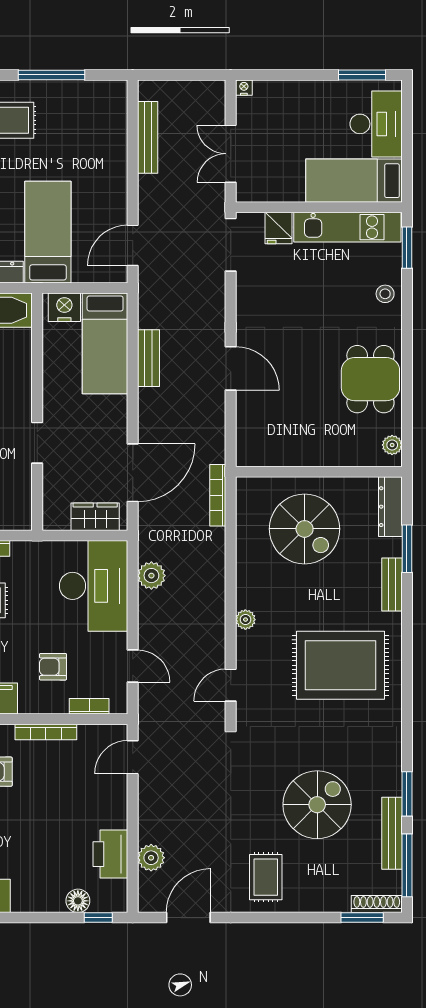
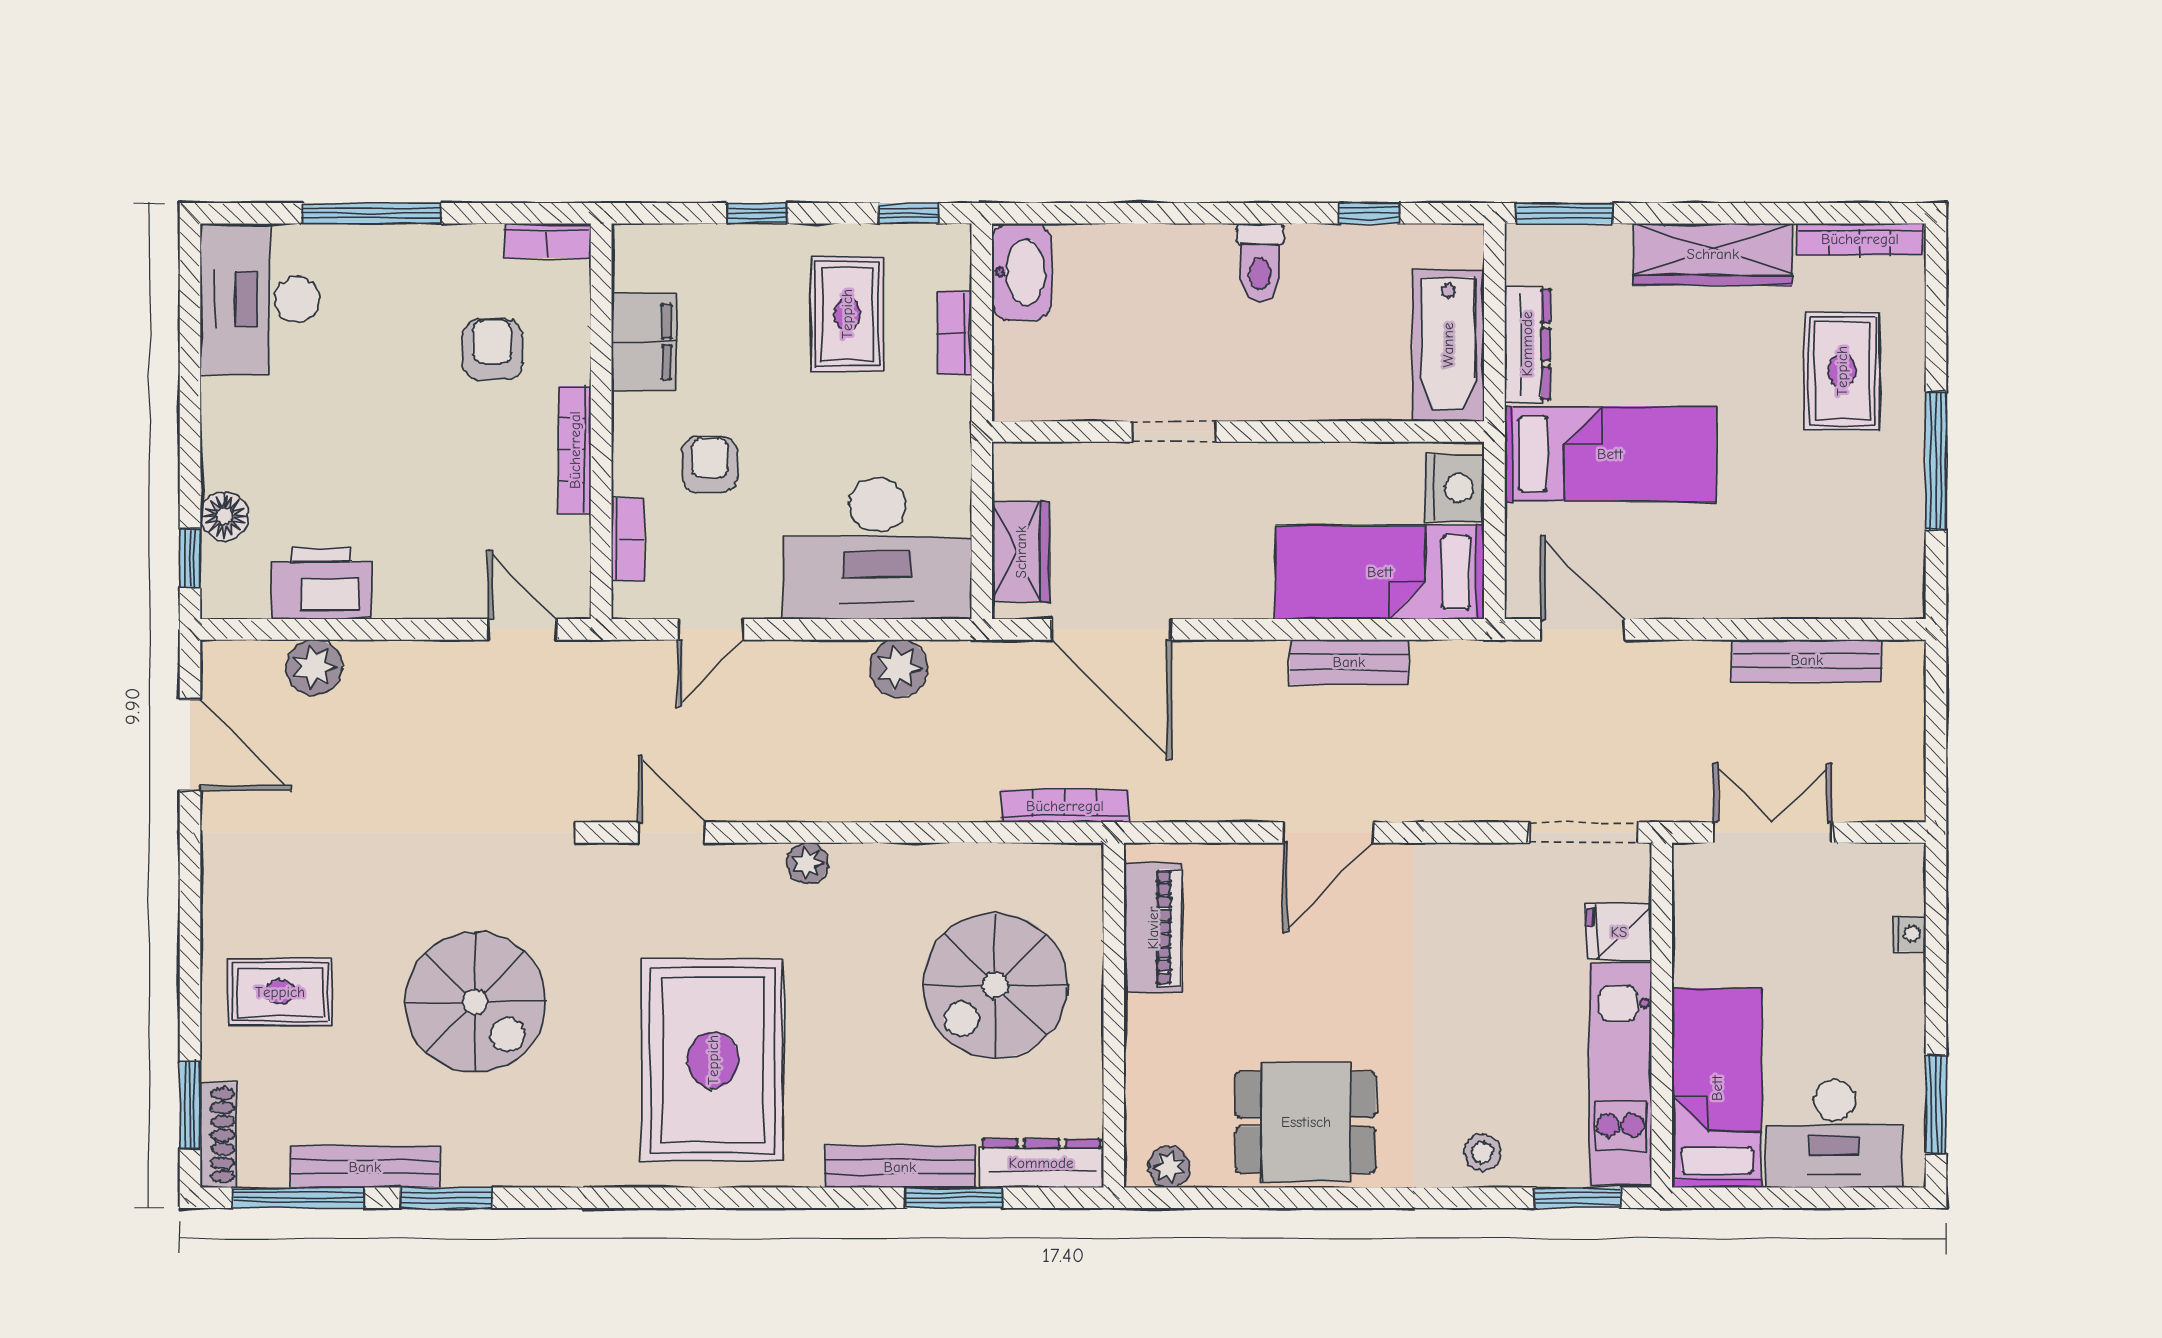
nightstand: (244, 88) -> (1910, 934), moved
piano: (277, 453) -> (1153, 928), added
bench: (392, 585) -> (900, 1167), width x1.36
spiral stairs: (317, 805) -> (475, 1002), moved
rug: (266, 877) -> (280, 992), moved

